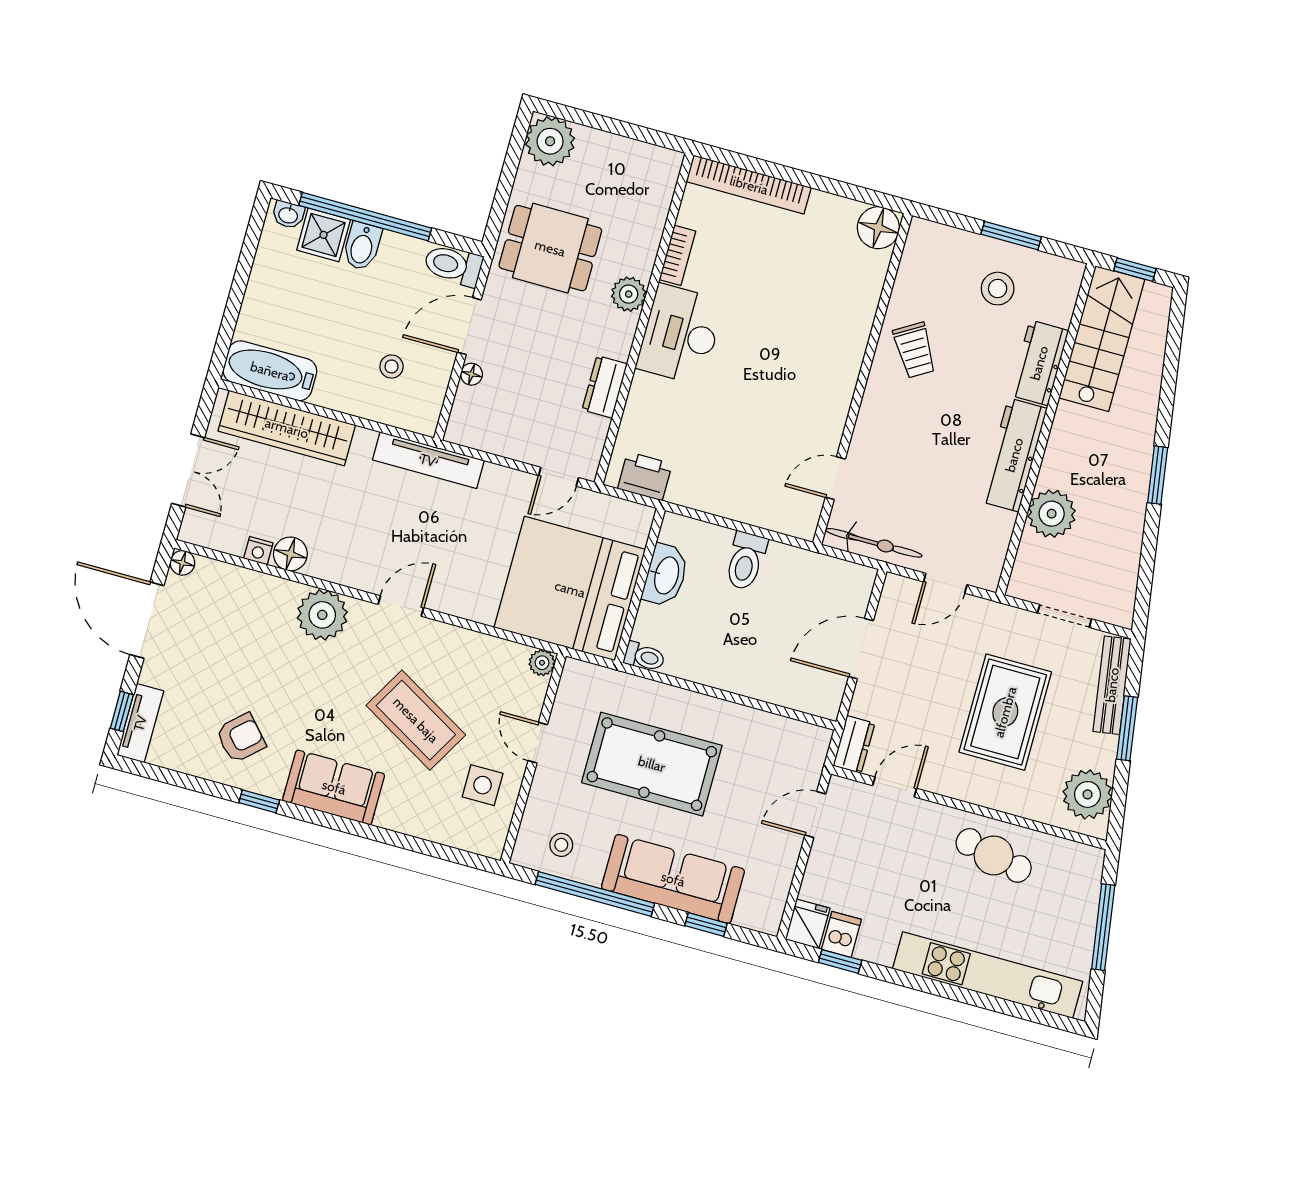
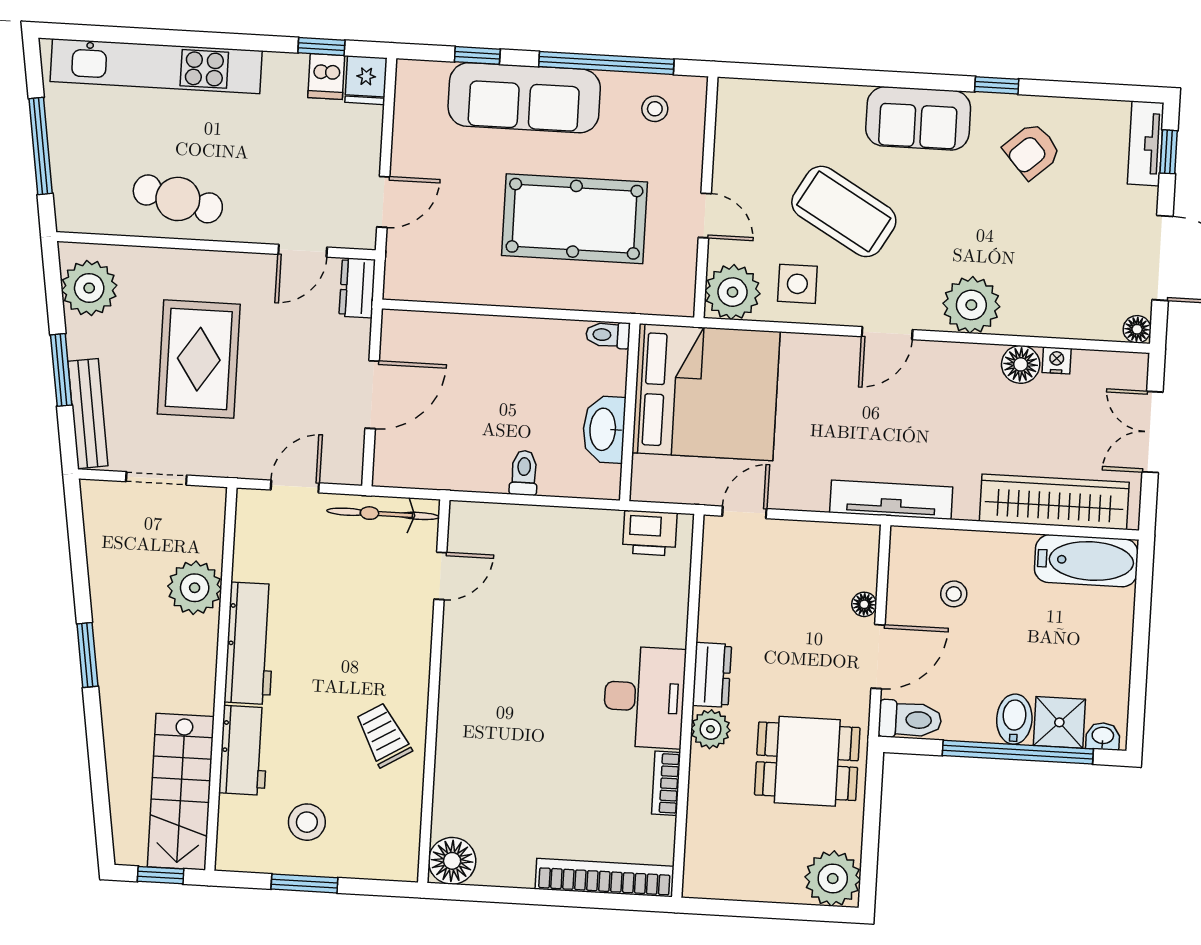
dresser: (605, 387) -> (712, 675), moved
toilet: (746, 561) -> (524, 473), width x0.73, depth x0.72
plant: (542, 663) -> (733, 292), width x1.87, depth x1.87
side table: (483, 785) -> (797, 284), moved

